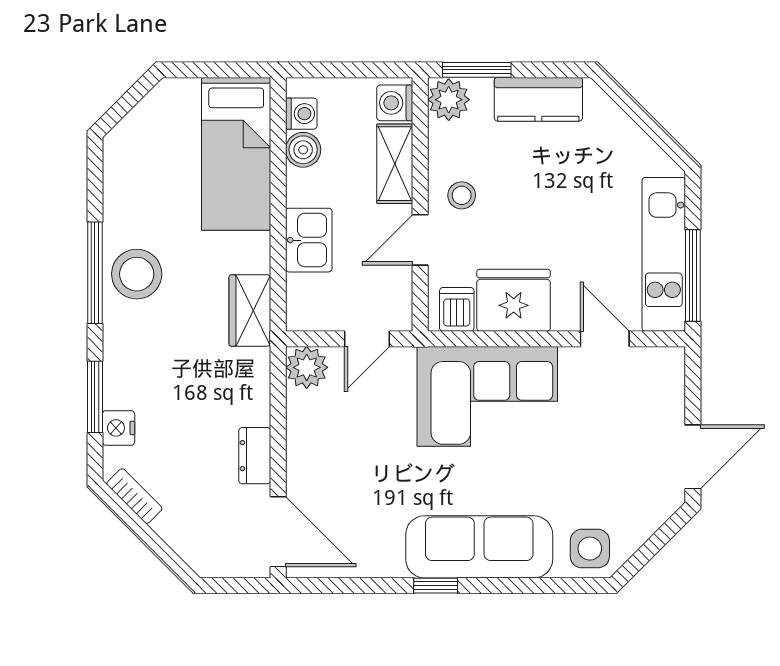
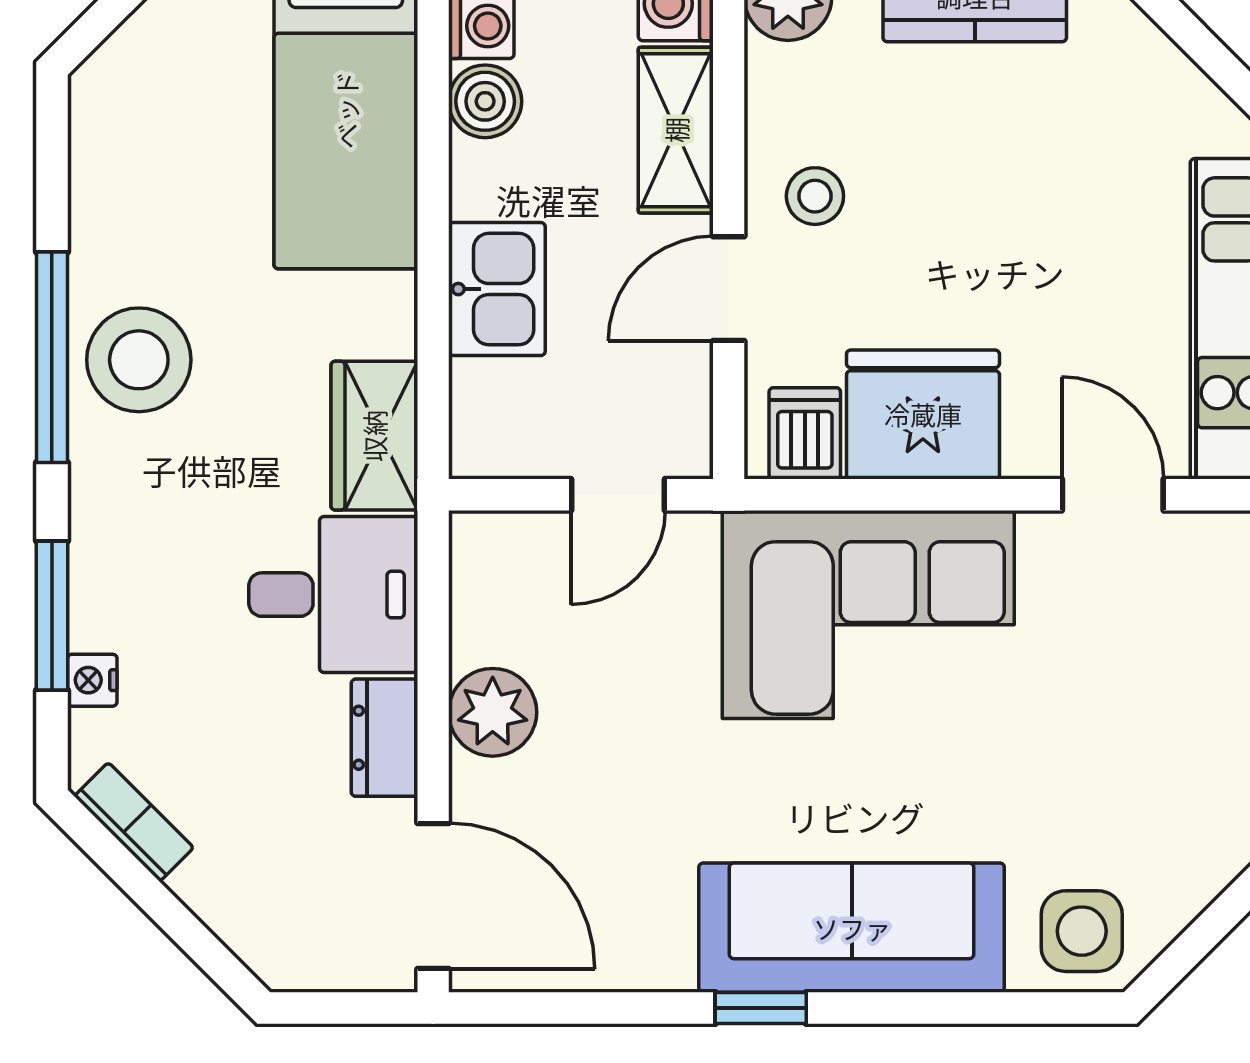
plant: (307, 367) -> (493, 712), moved
desk: (230, 387) -> (333, 595), added
nightstand: (119, 428) -> (92, 680), width x0.72, depth x0.74

